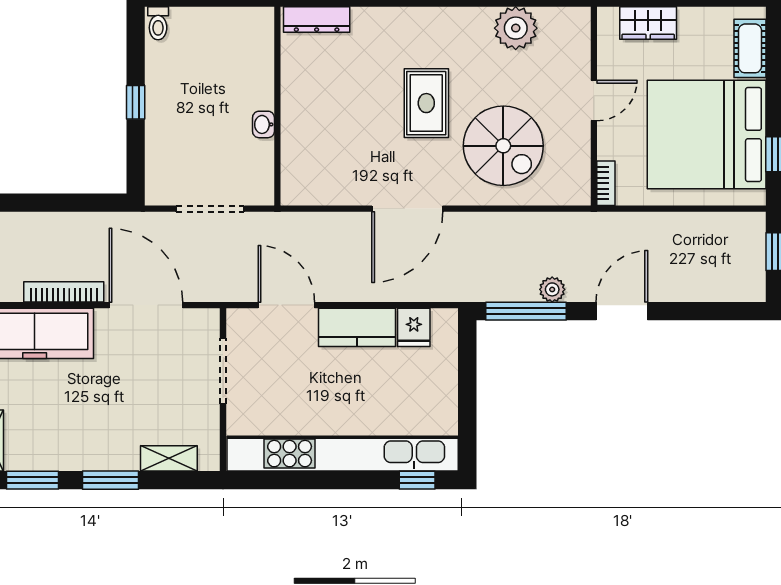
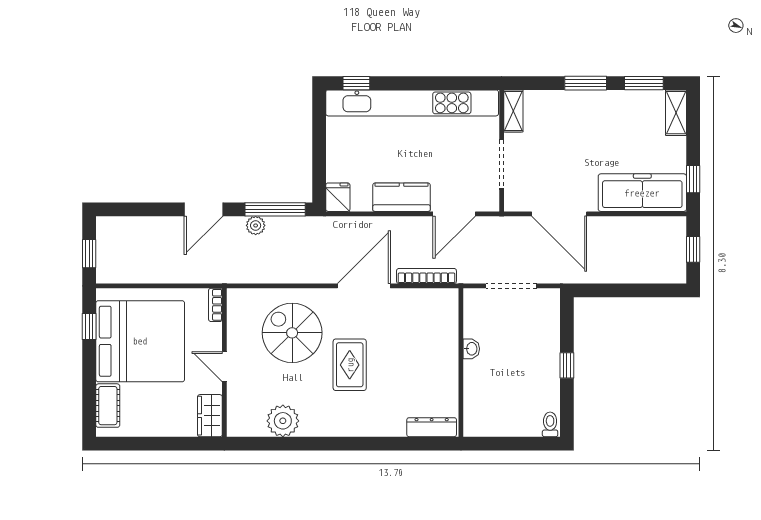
wardrobe: (648, 23) -> (210, 416), moved, turned -90
door: (594, 101) -> (224, 367), hinge flipped
bookcase: (64, 292) -> (426, 276), moved, turned 180
door: (286, 305) -> (454, 214), hinge flipped
fridge: (414, 327) -> (338, 197), moved
shelving: (169, 458) -> (513, 111), moved, turned 90

